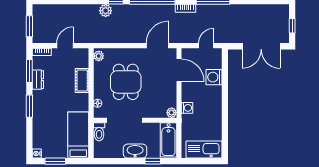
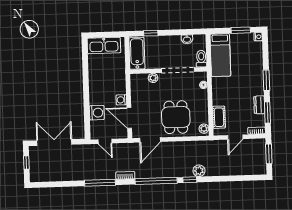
door: (206, 46) -> (105, 141), hinge flipped
cot: (82, 80) -> (219, 117), moved
dining table: (126, 82) -> (176, 117), moved
washing machine: (187, 108) -> (121, 100), moved
plant: (172, 113) -> (153, 78), moved
washbasin: (135, 151) -> (187, 39), moved, width x0.52, depth x0.69

